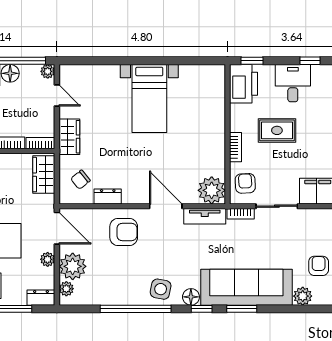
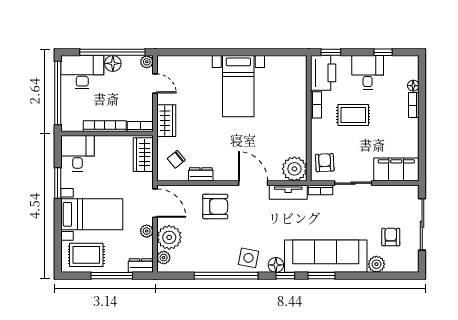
bookcase: (236, 147) -> (316, 105), moved

